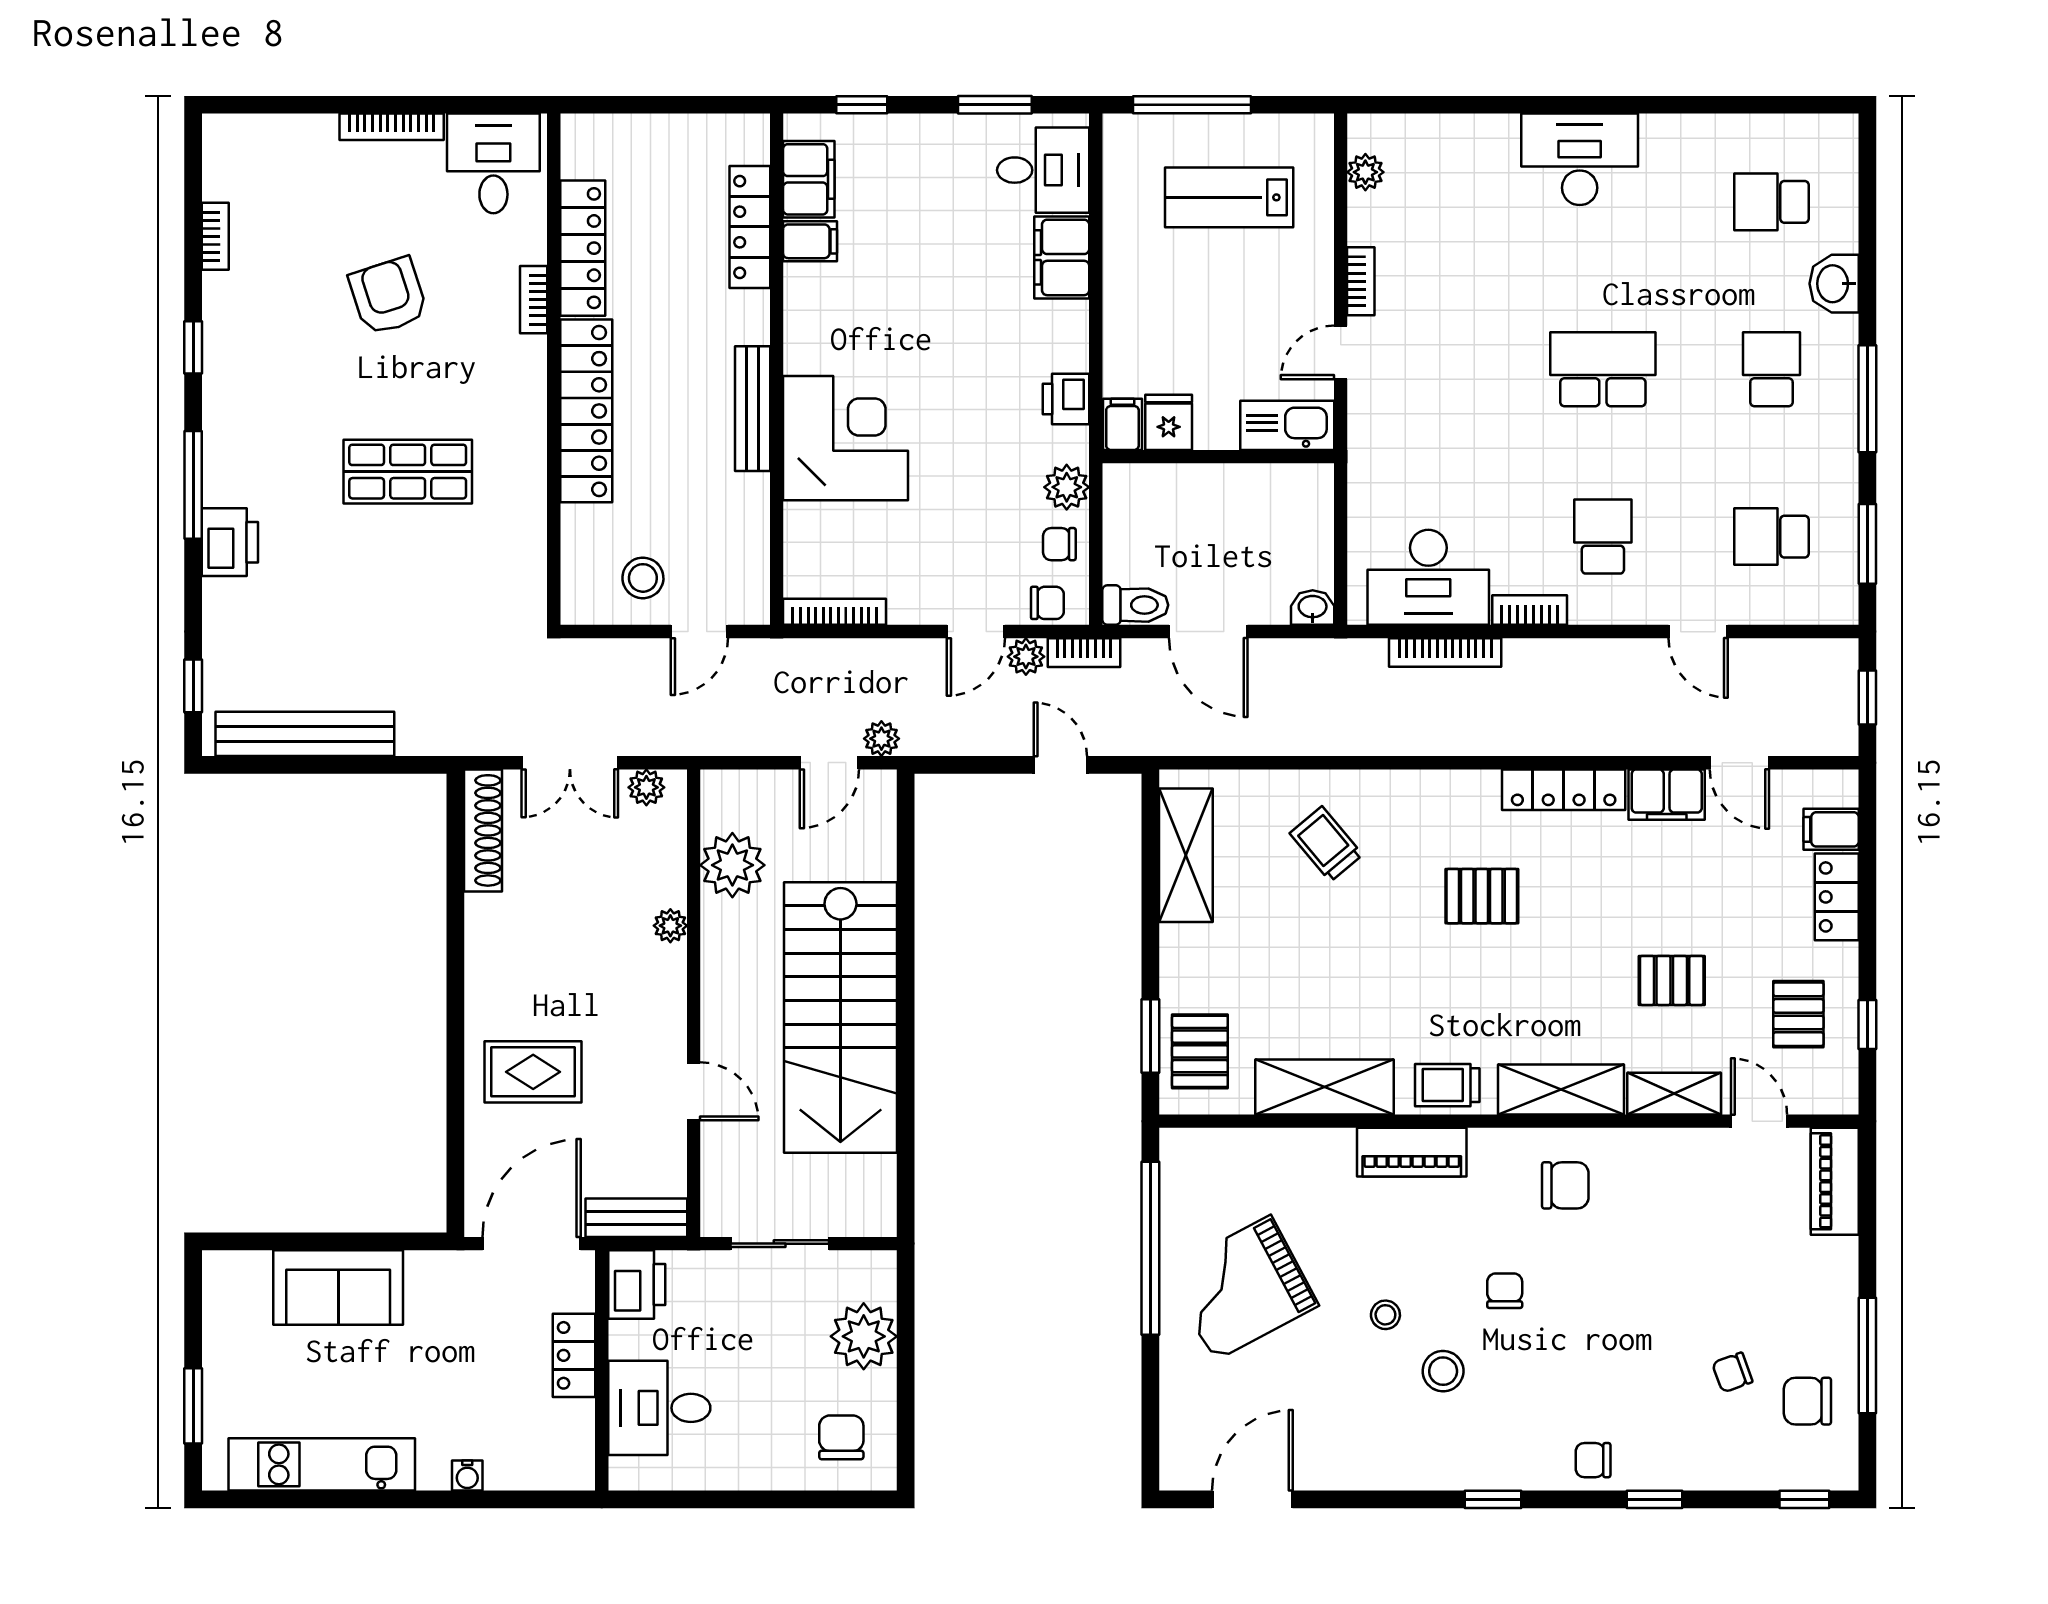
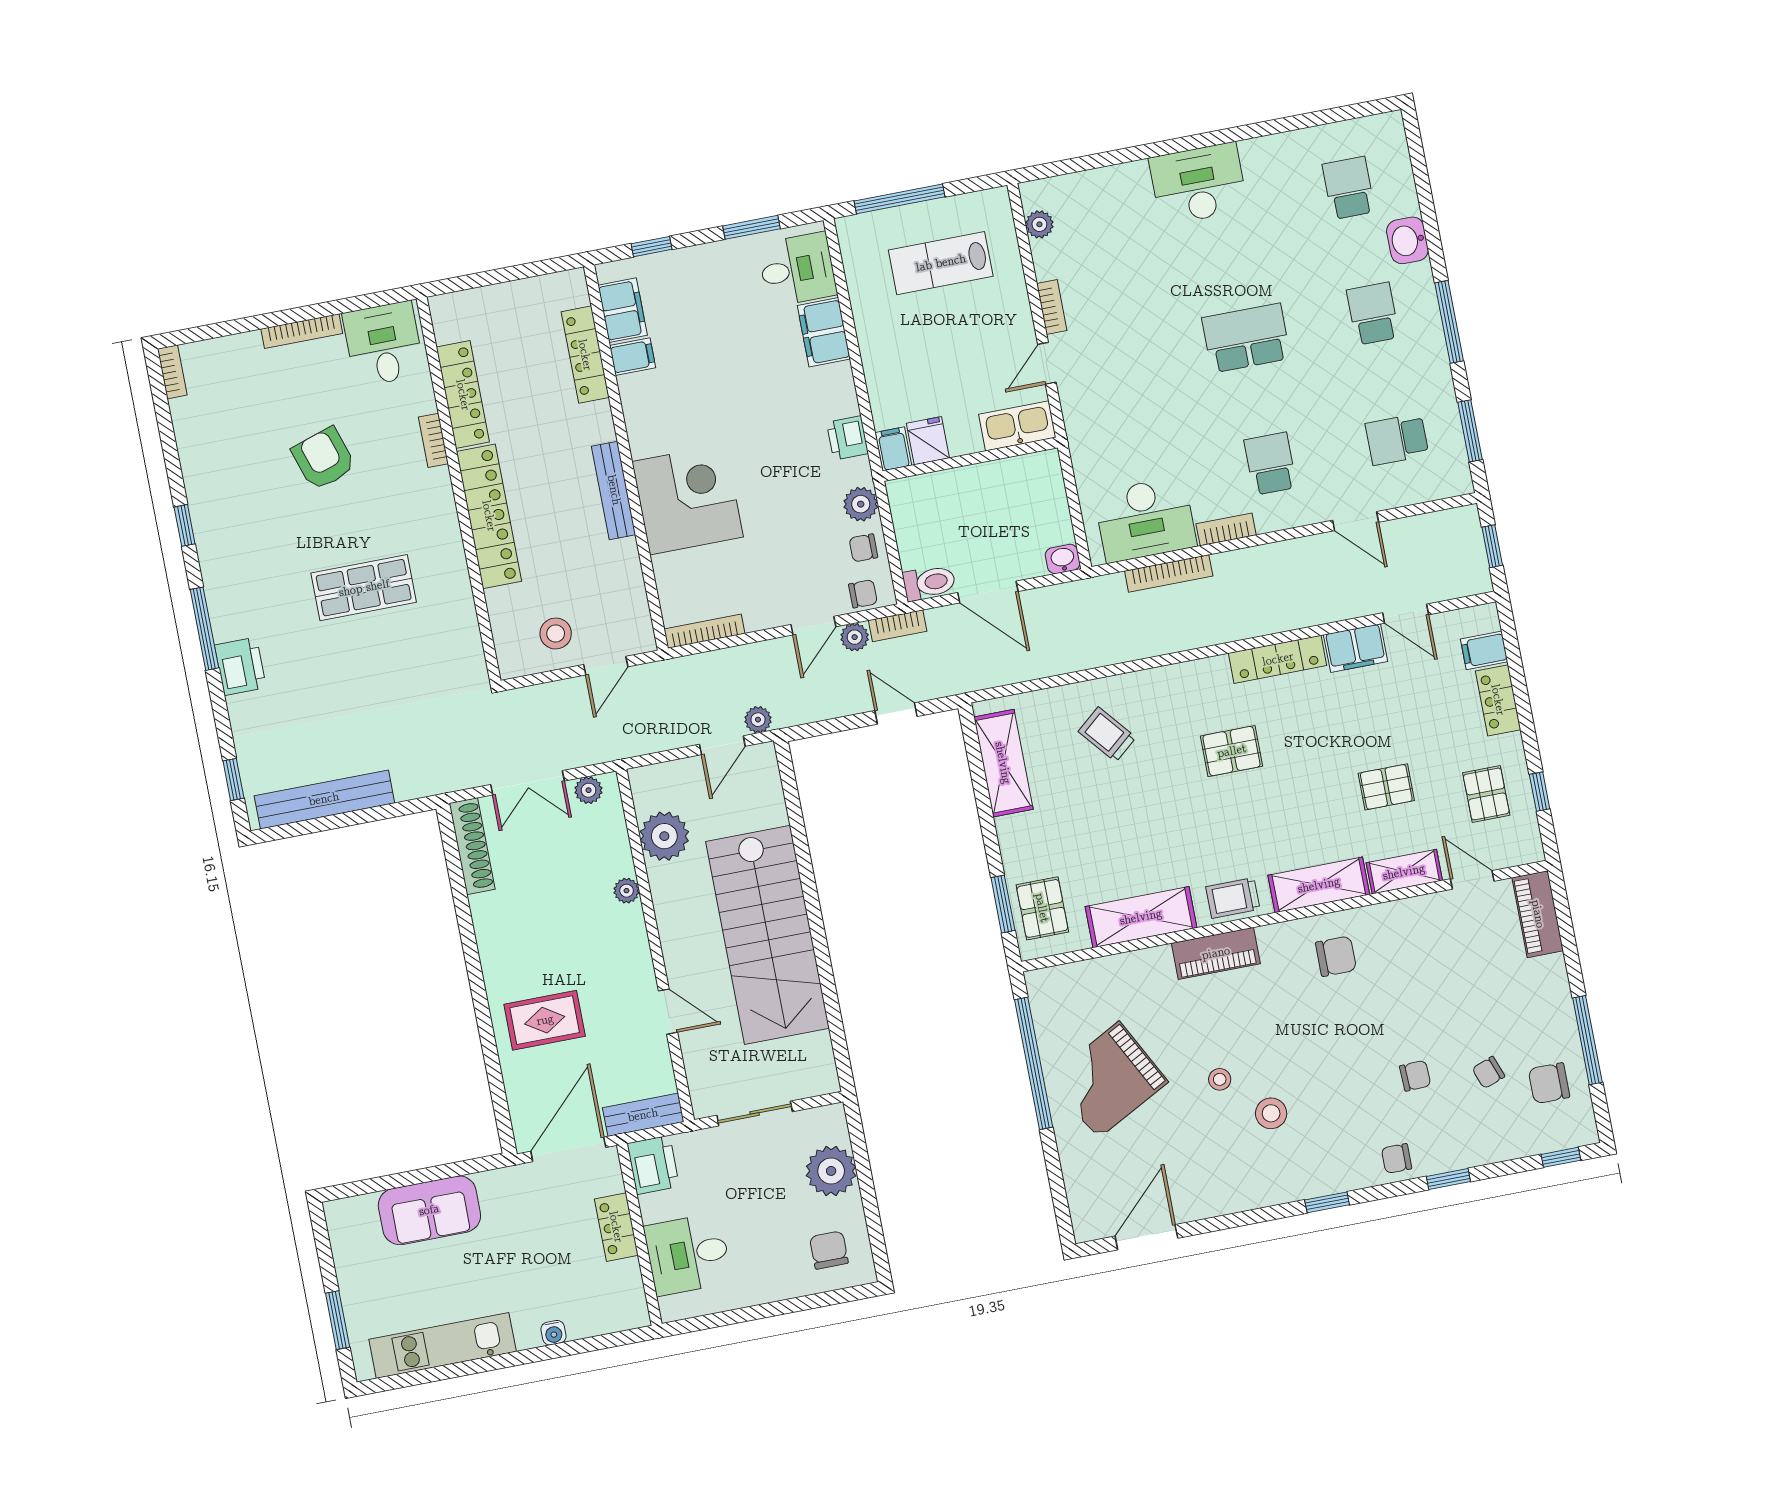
school desk: (1772, 202) -> (1349, 188), turned 90
bookcase: (215, 236) -> (172, 372), moved
chair: (1505, 1291) -> (1415, 1076), moved, turned 88

